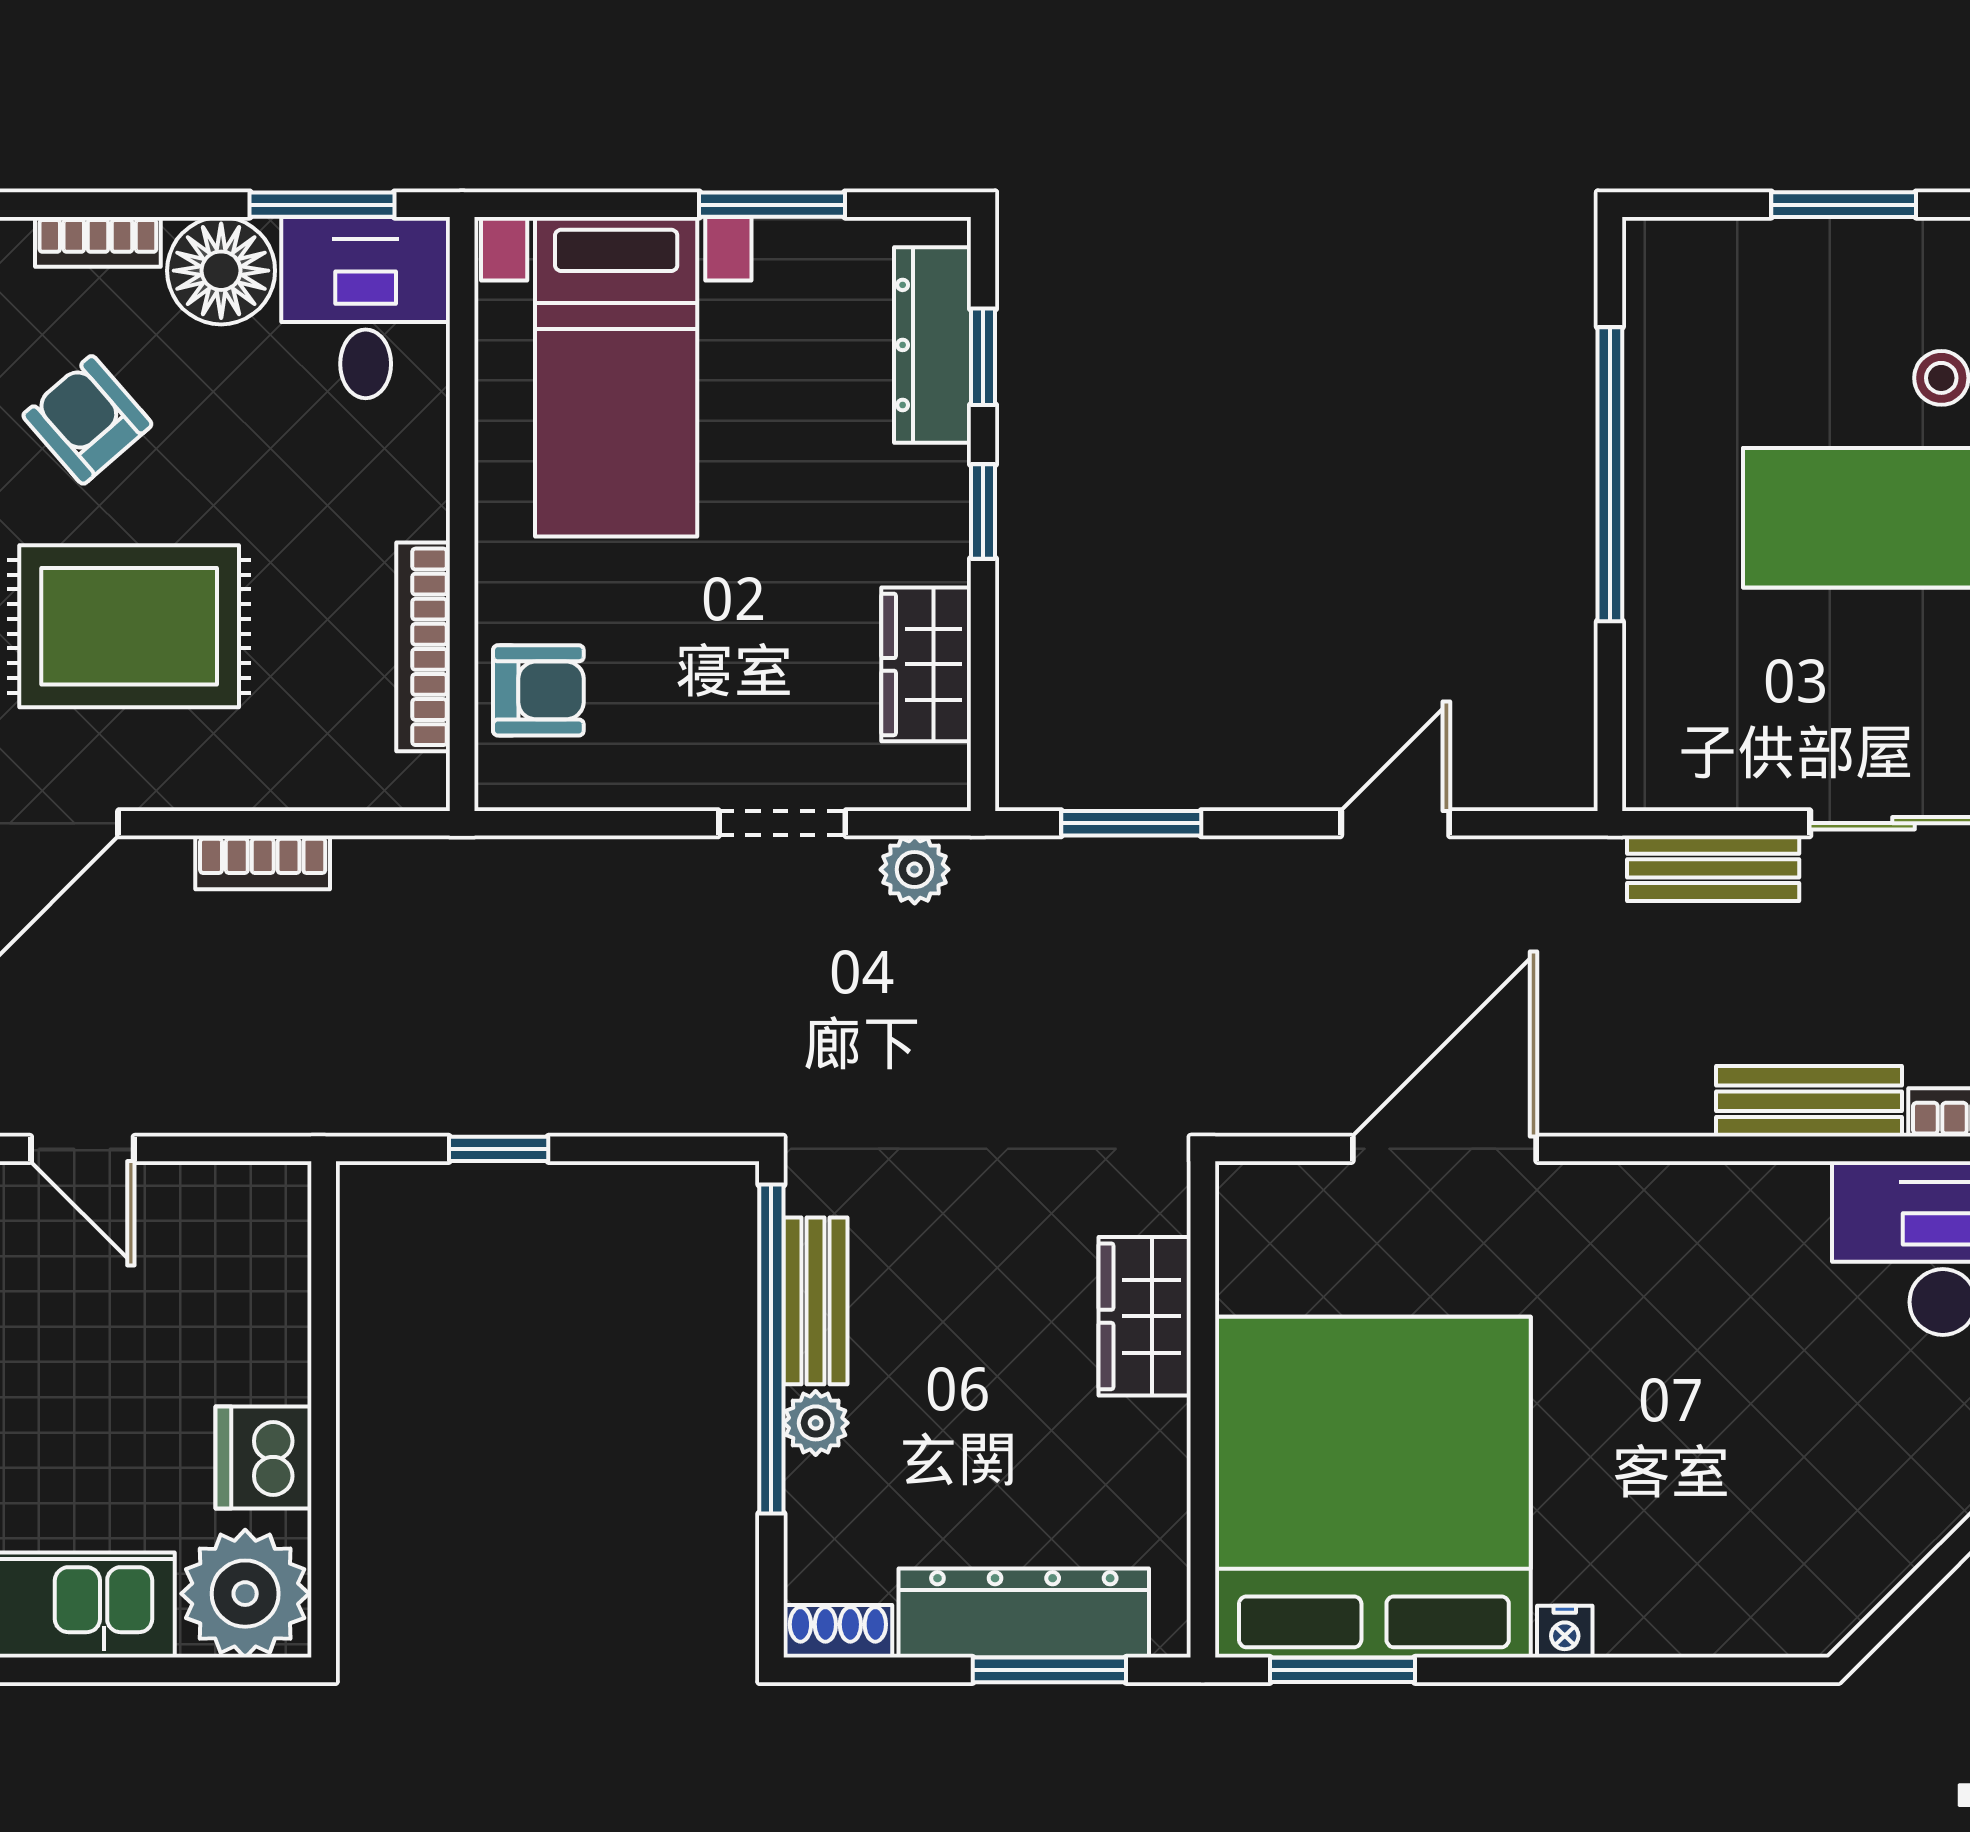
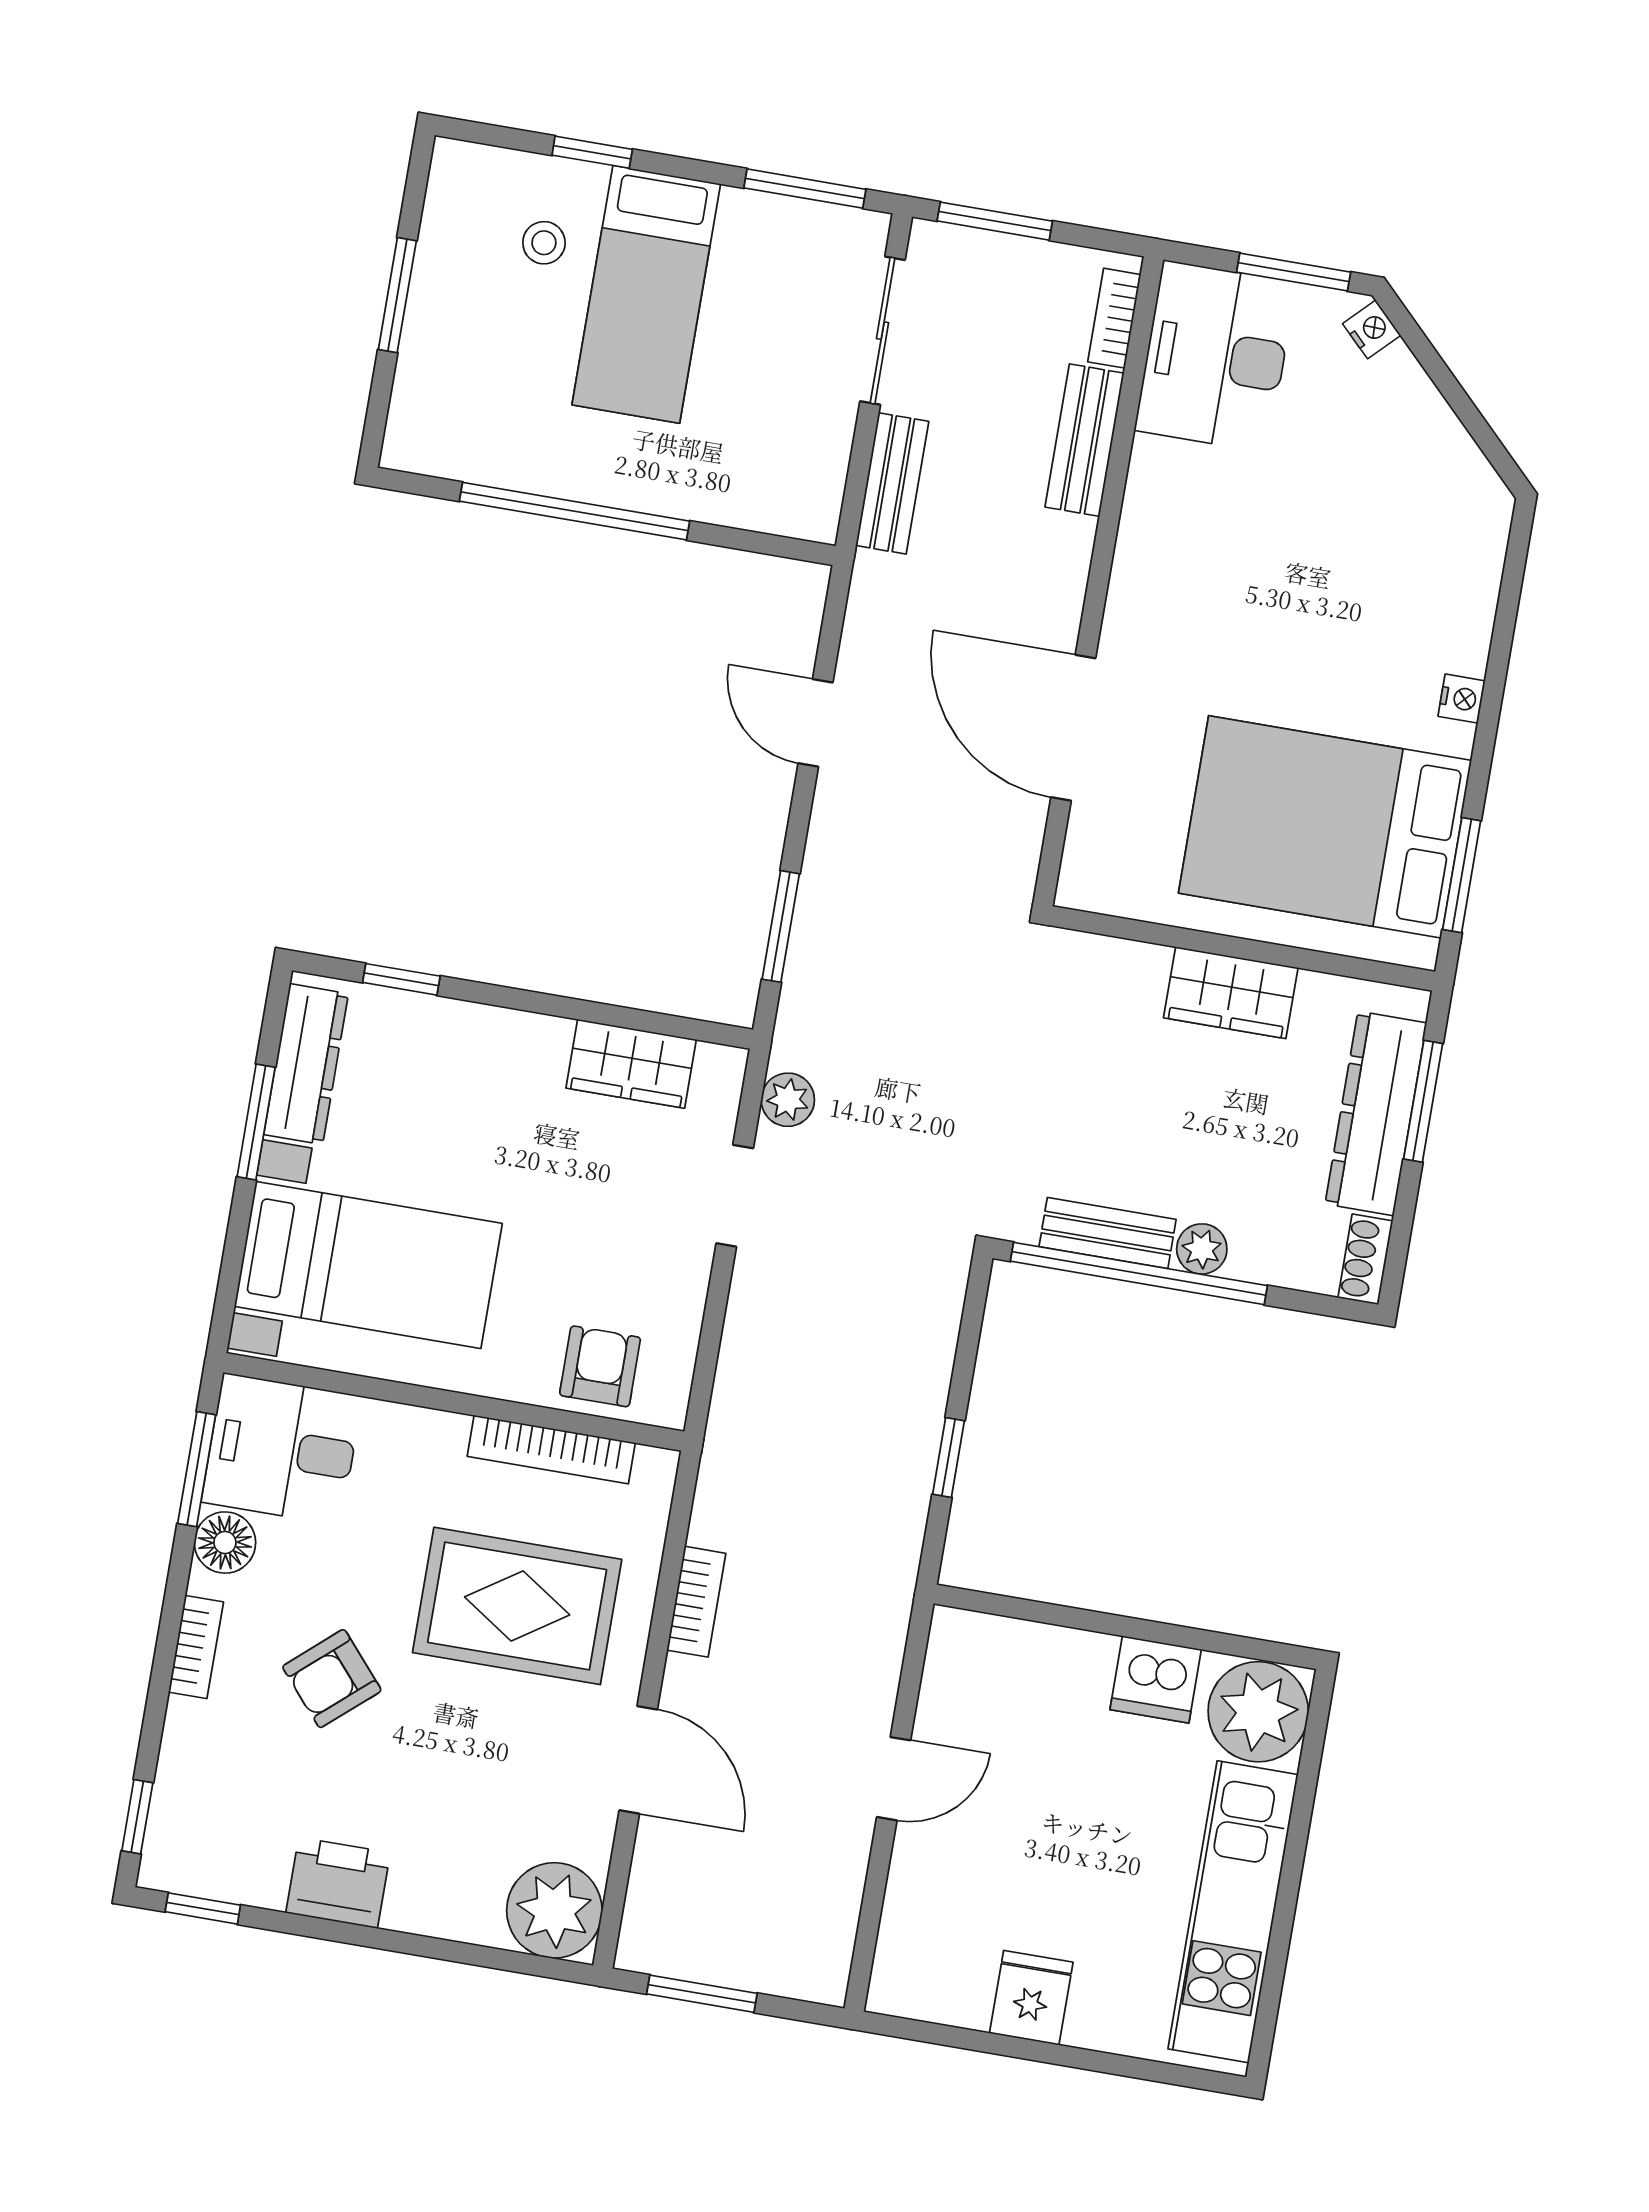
floor lamp: (221, 271) -> (225, 1543), width x0.73, depth x0.73
dresser: (933, 345) -> (306, 1064), moved, turned -90
window: (983, 511) -> (521, 1000), removed
rug: (129, 626) -> (517, 1606), moved, turned 90
wardrobe: (1145, 1316) -> (1231, 993), moved
bed: (1374, 1487) -> (1325, 827), width x0.73

